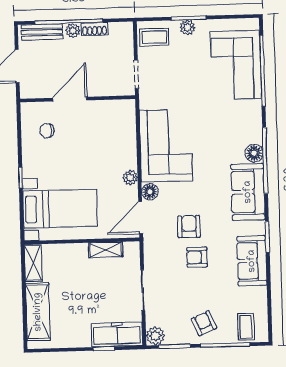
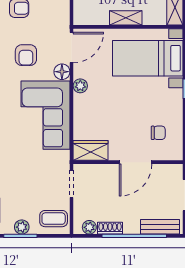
plant: (73, 31) -> (89, 227), moved
wardrobe: (117, 110) -> (91, 150), added
armchair: (189, 227) -> (26, 55), moved
shelving: (106, 250) -> (126, 18), moved

